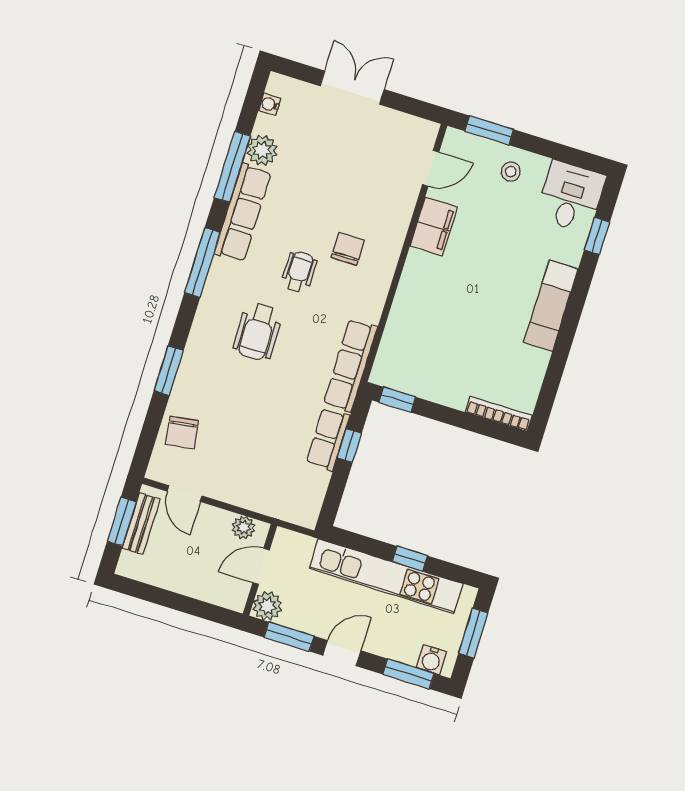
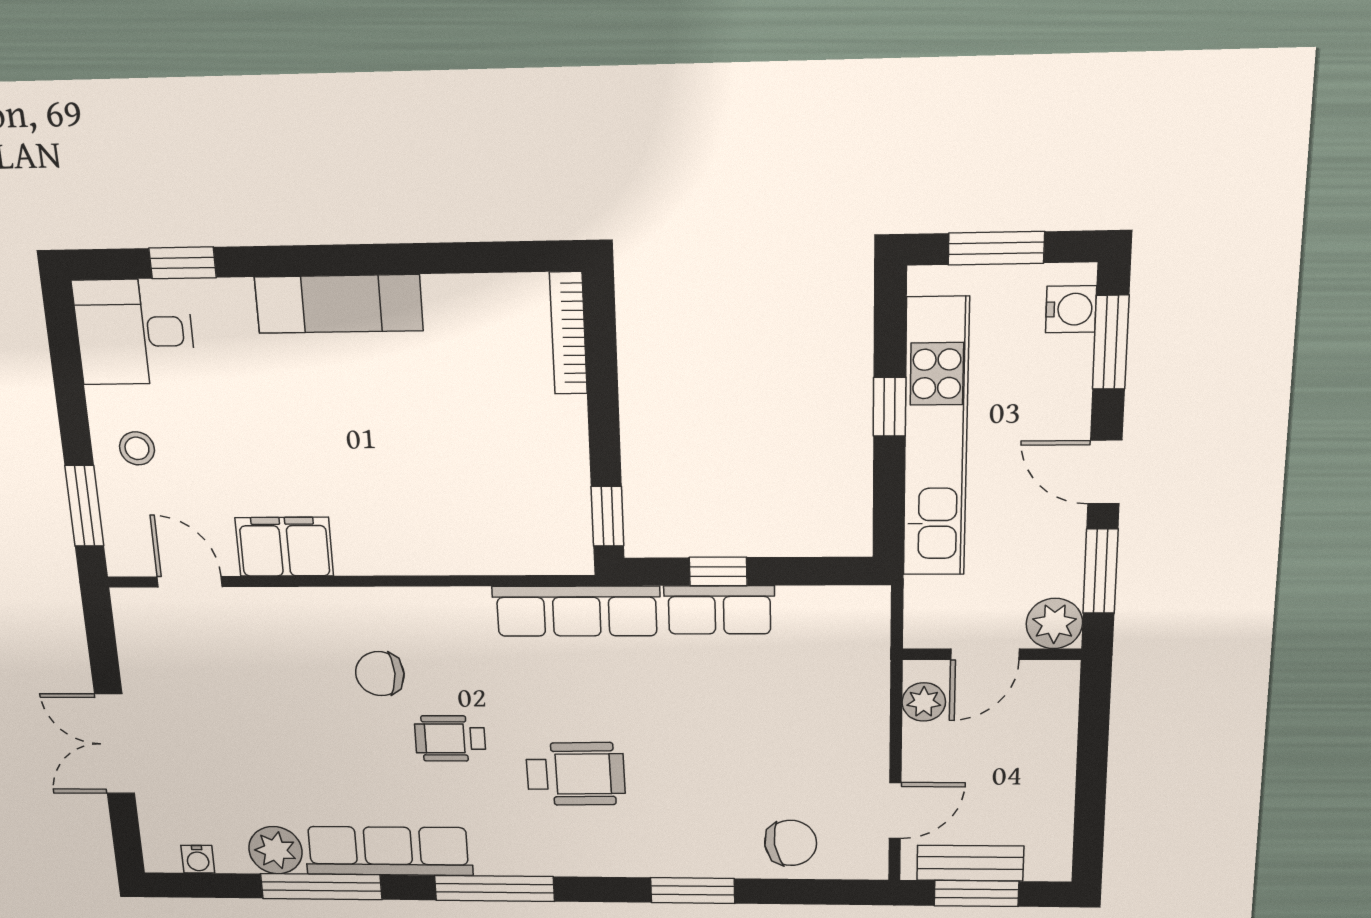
door: (261, 566) -> (985, 654), hinge flipped

